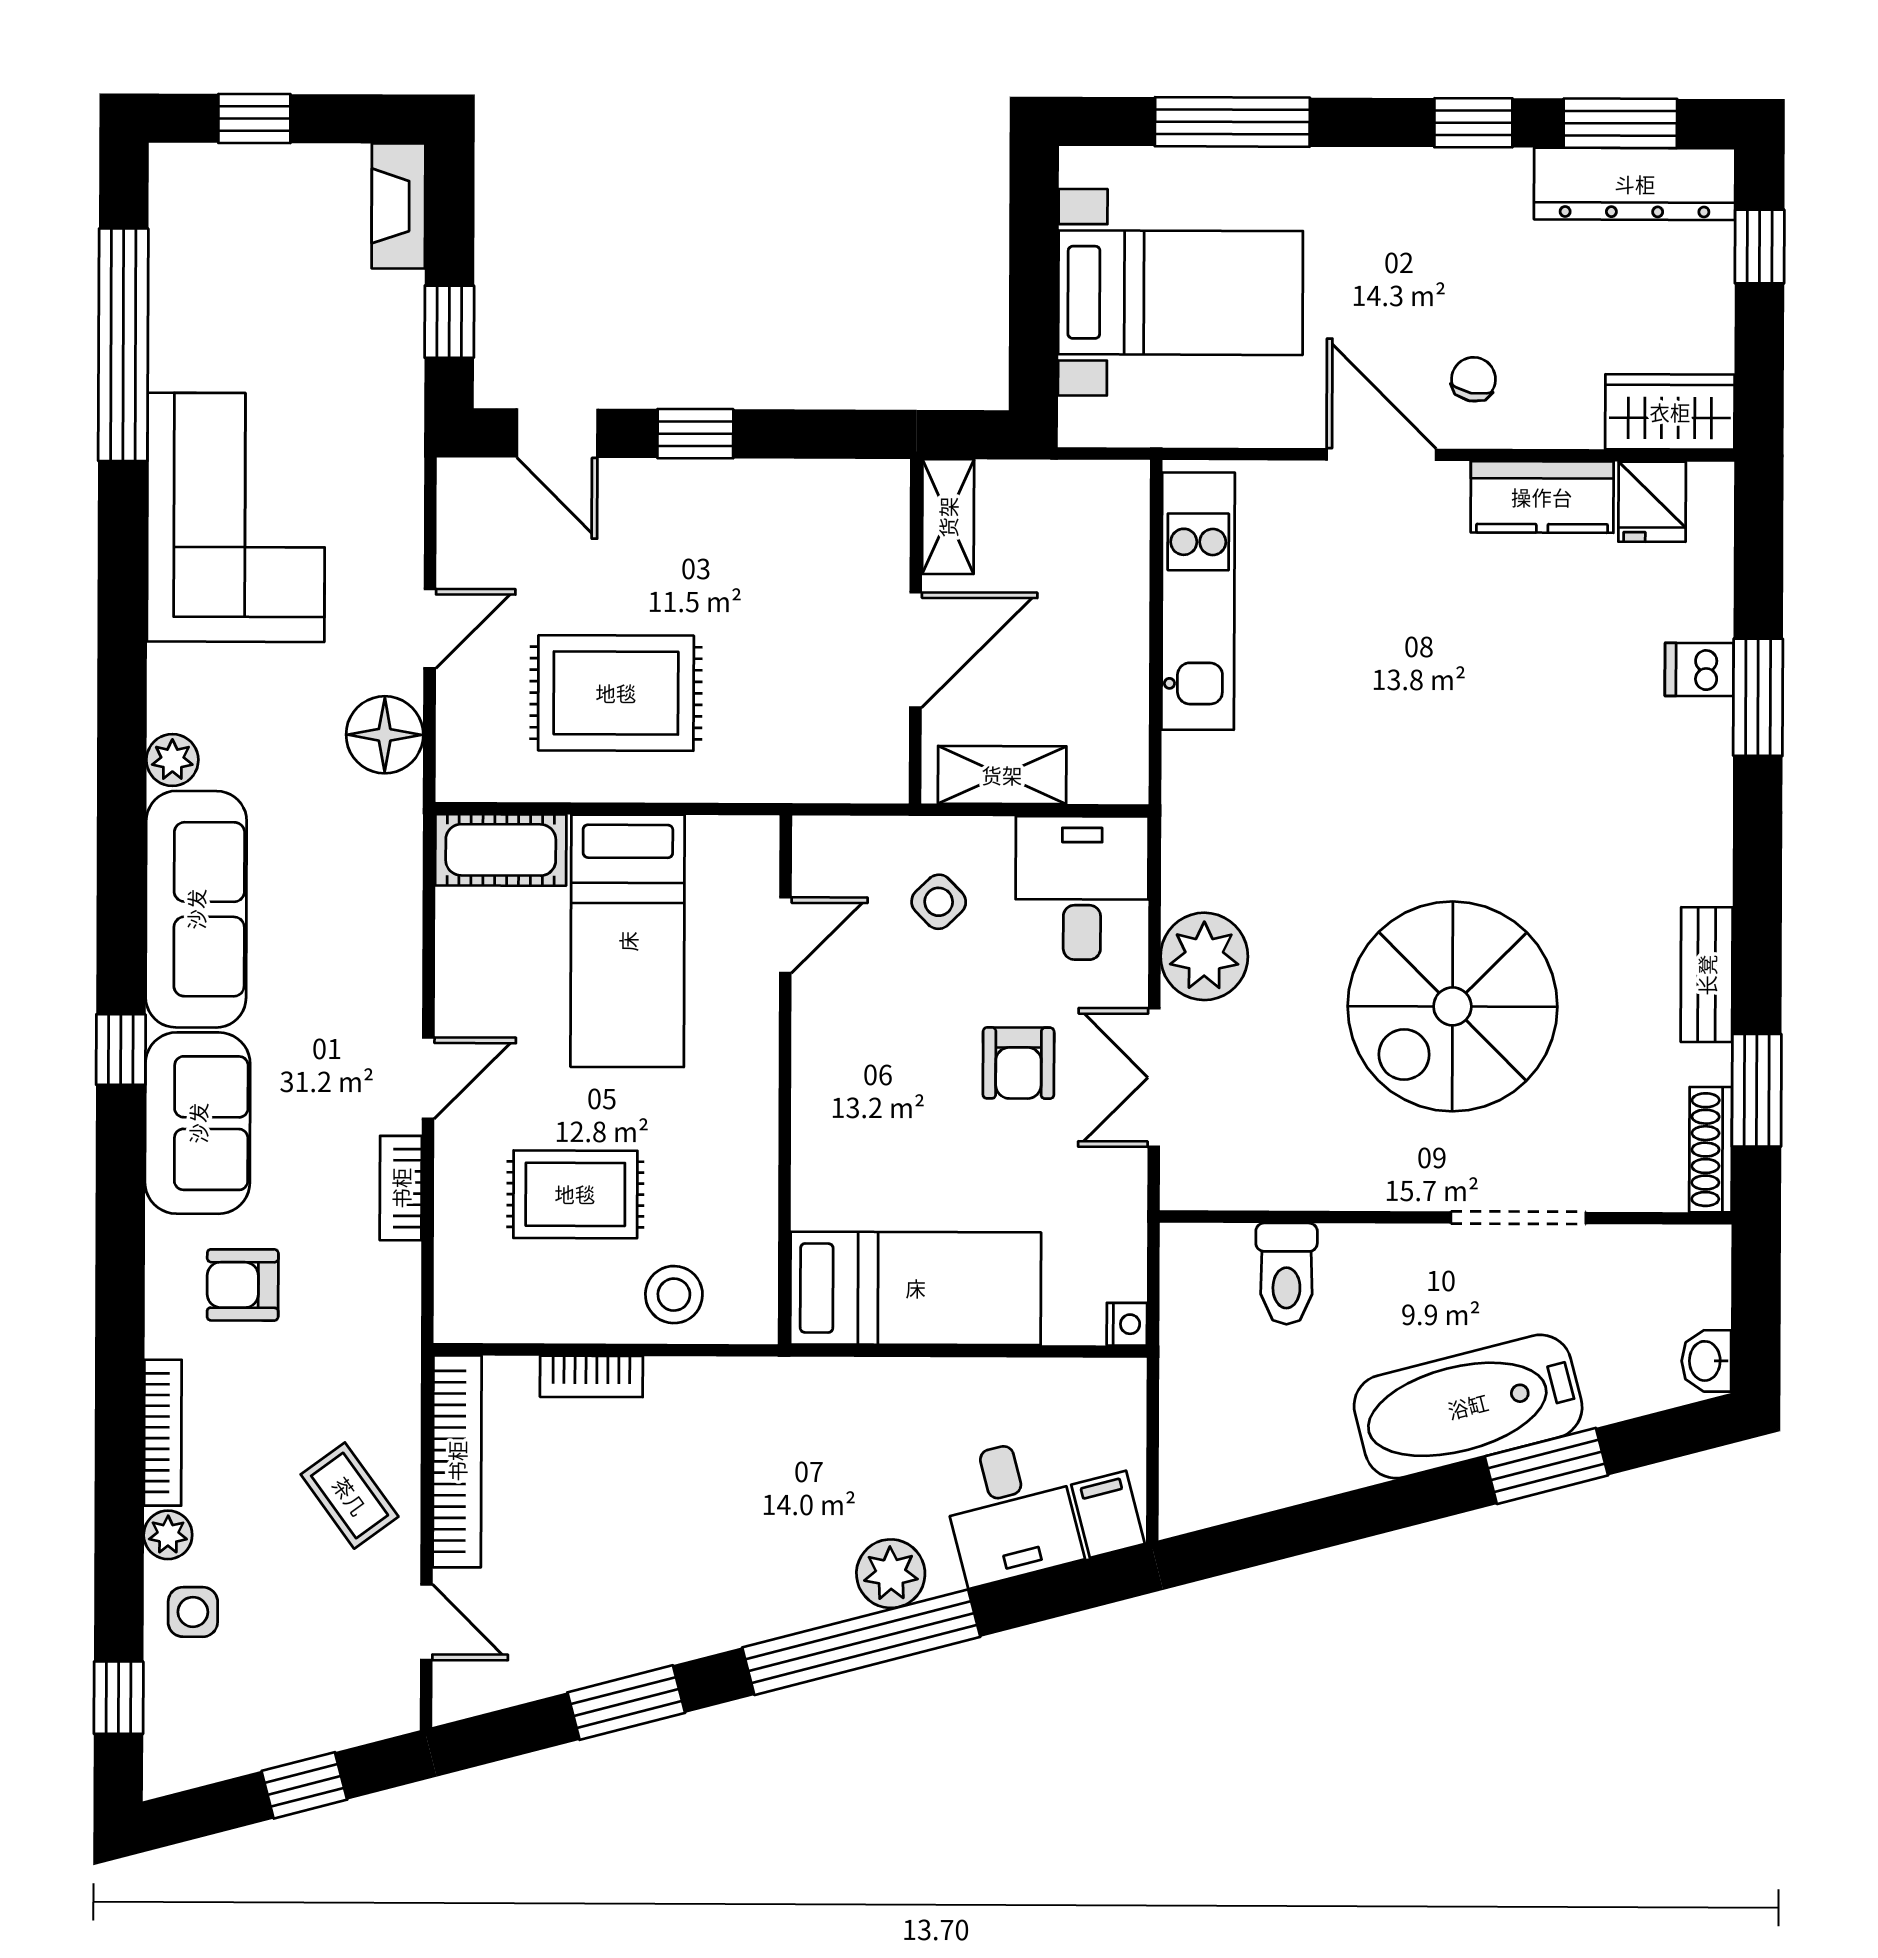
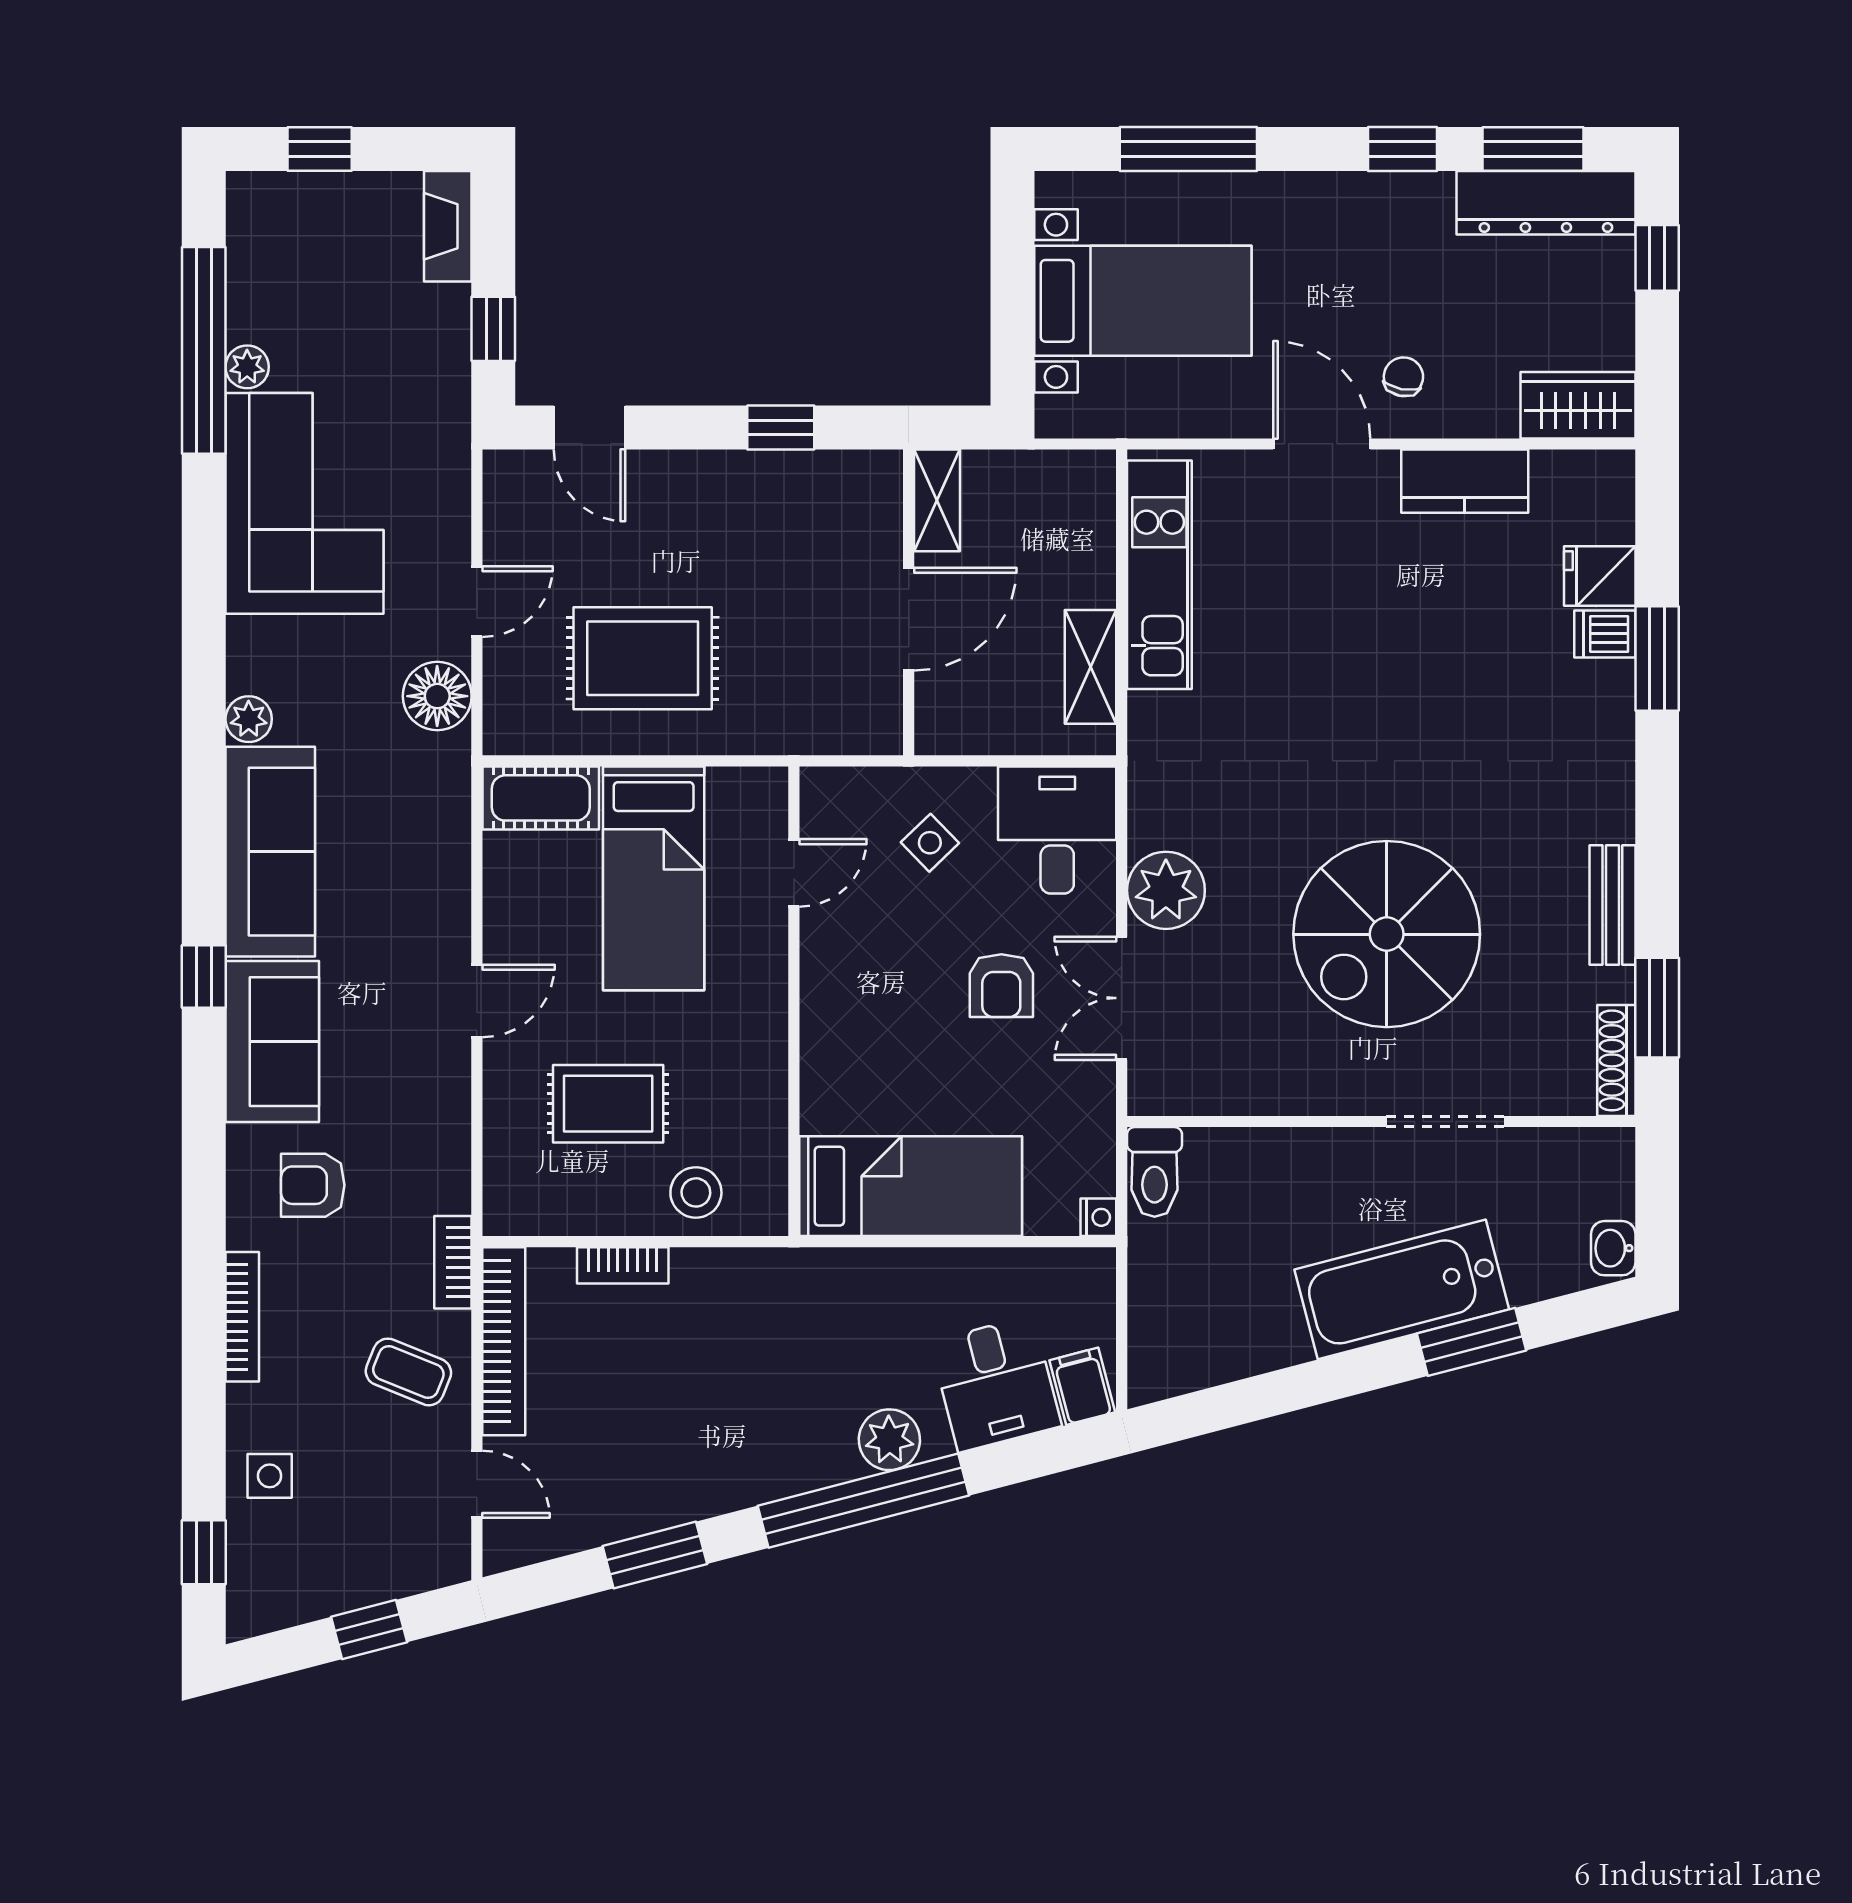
window: (695, 434) -> (781, 428), moved
fridge: (1652, 502) -> (1600, 576), moved, turned 90
shelving: (1002, 775) -> (1091, 667), moved, turned 90
bookcase: (401, 1188) -> (453, 1262), moved
toilet: (1286, 1274) -> (1155, 1172), moved
coffee table: (350, 1496) -> (408, 1372), turned -32
plant: (168, 1535) -> (247, 367), moved

